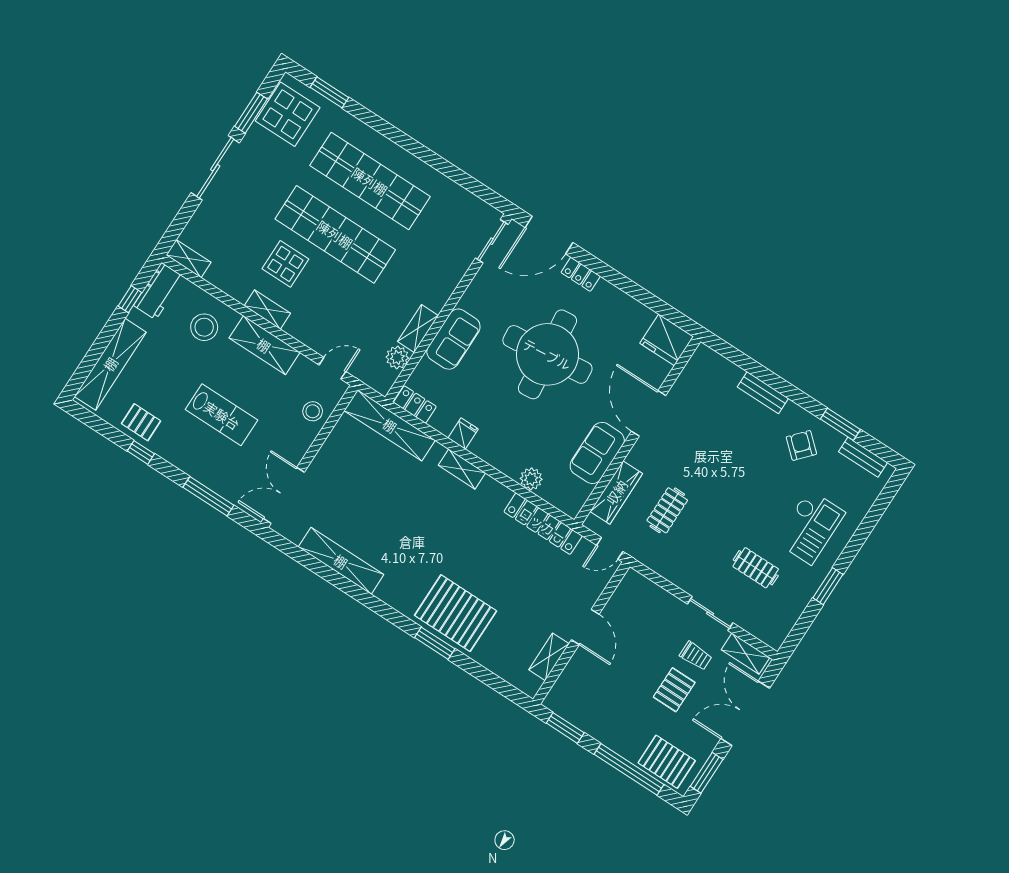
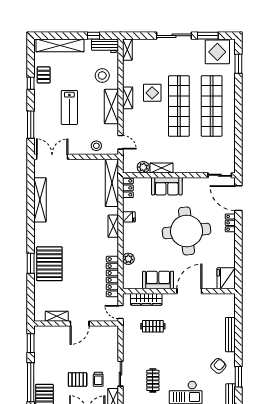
bench: (763, 393) -> (230, 335), width x1.36

